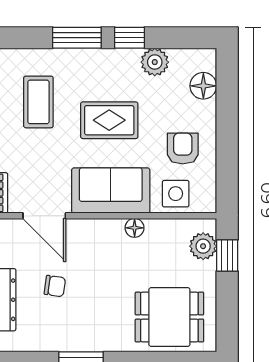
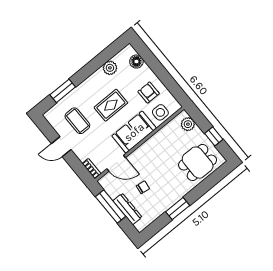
window: (77, 38) -> (63, 91), moved
window: (129, 38) -> (92, 67), removed
floor lamp: (135, 228) -> (155, 139), removed
window: (227, 256) -> (214, 136), moved

